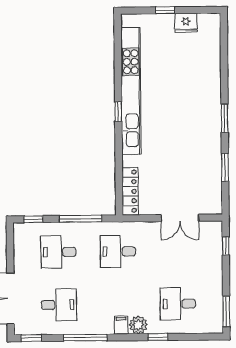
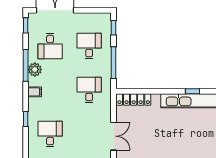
double door: (180, 218) -> (114, 136), swing flipped
plant: (138, 325) -> (35, 70), moved

